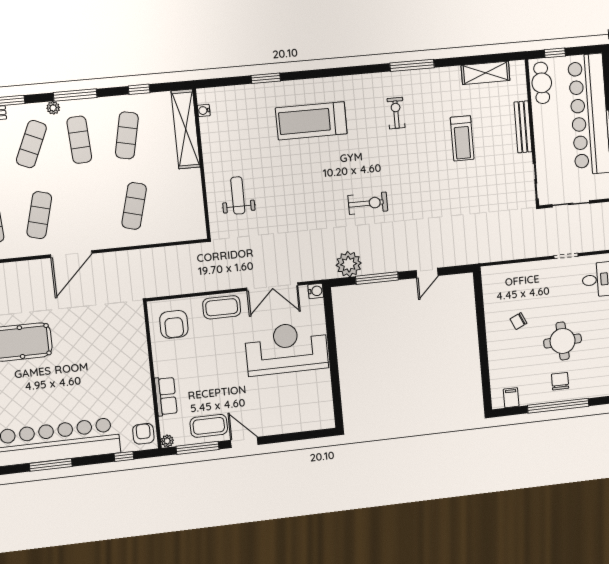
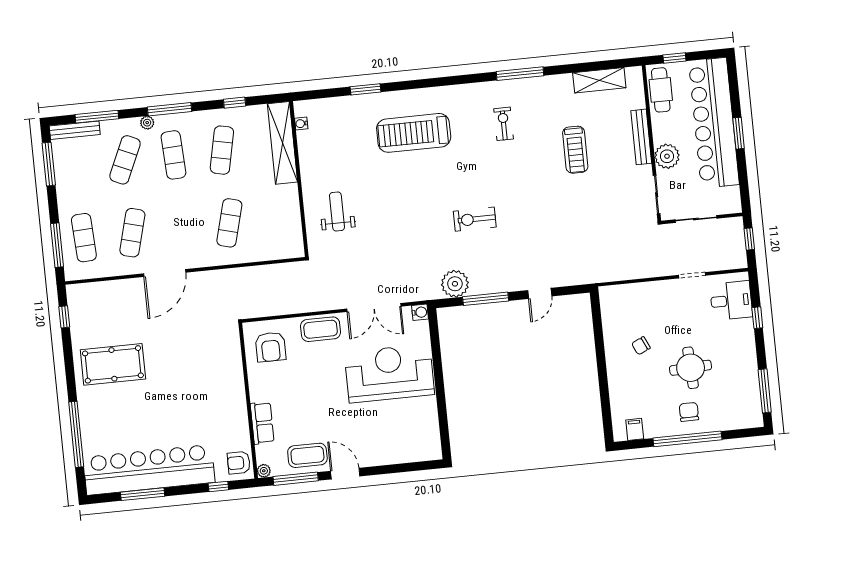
plant: (546, 145) -> (667, 156), added
exercise bike: (368, 203) -> (475, 219), turned 180
armchair: (143, 434) -> (239, 463), turned -90

